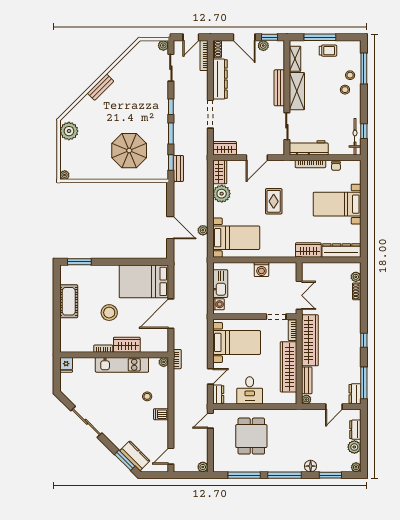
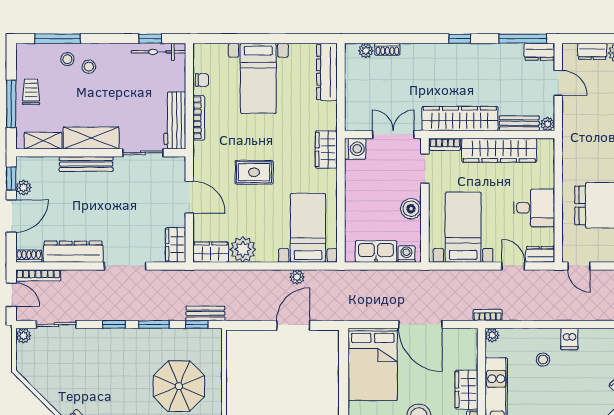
wardrobe: (308, 250) -> (326, 149), moved
washing machine: (261, 270) -> (355, 149), moved
boiler: (249, 307) -> (411, 209), added

